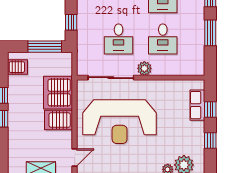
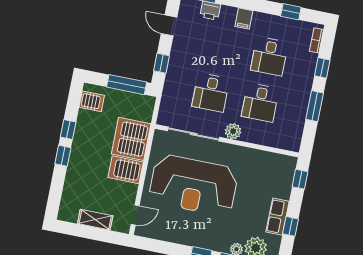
row of seats: (197, 105) -> (278, 217), moved
window: (210, 110) -> (300, 179), moved

